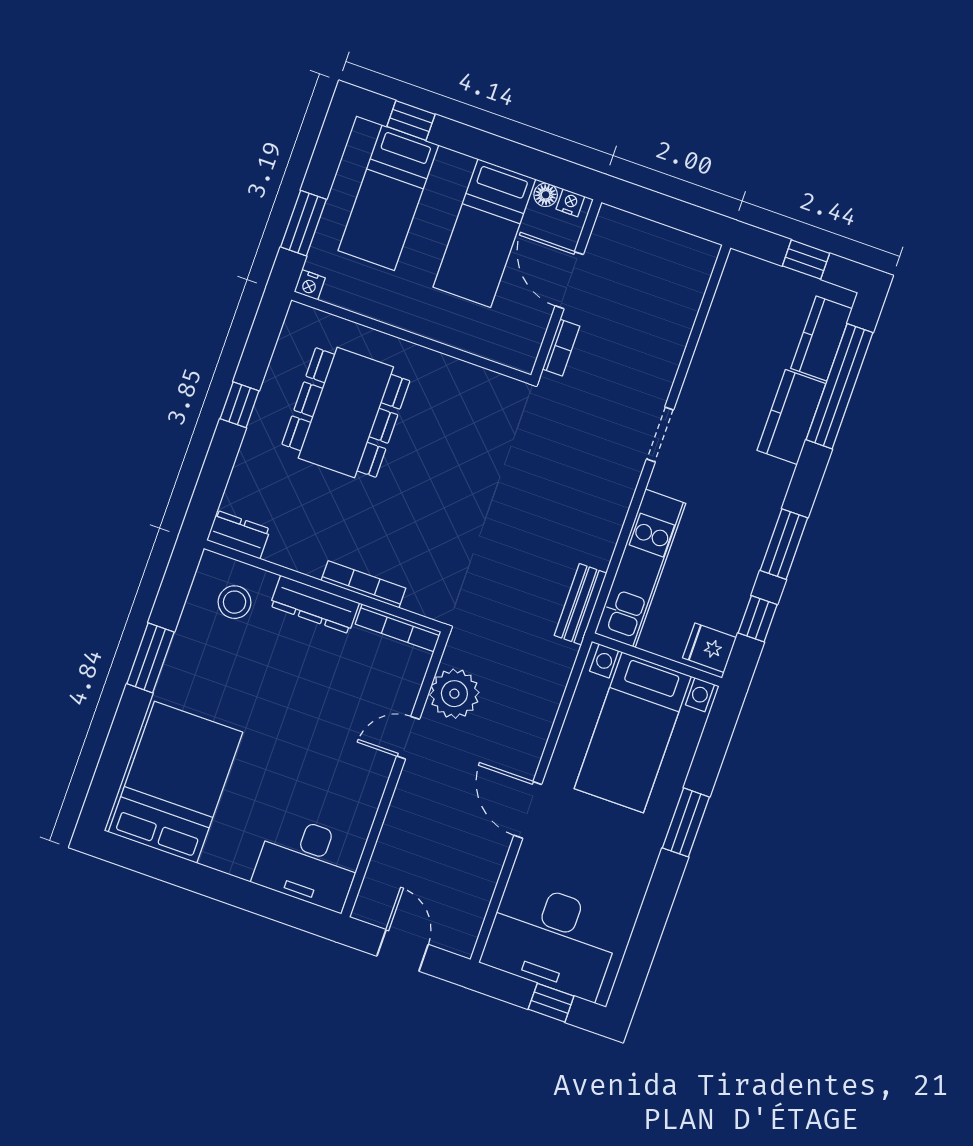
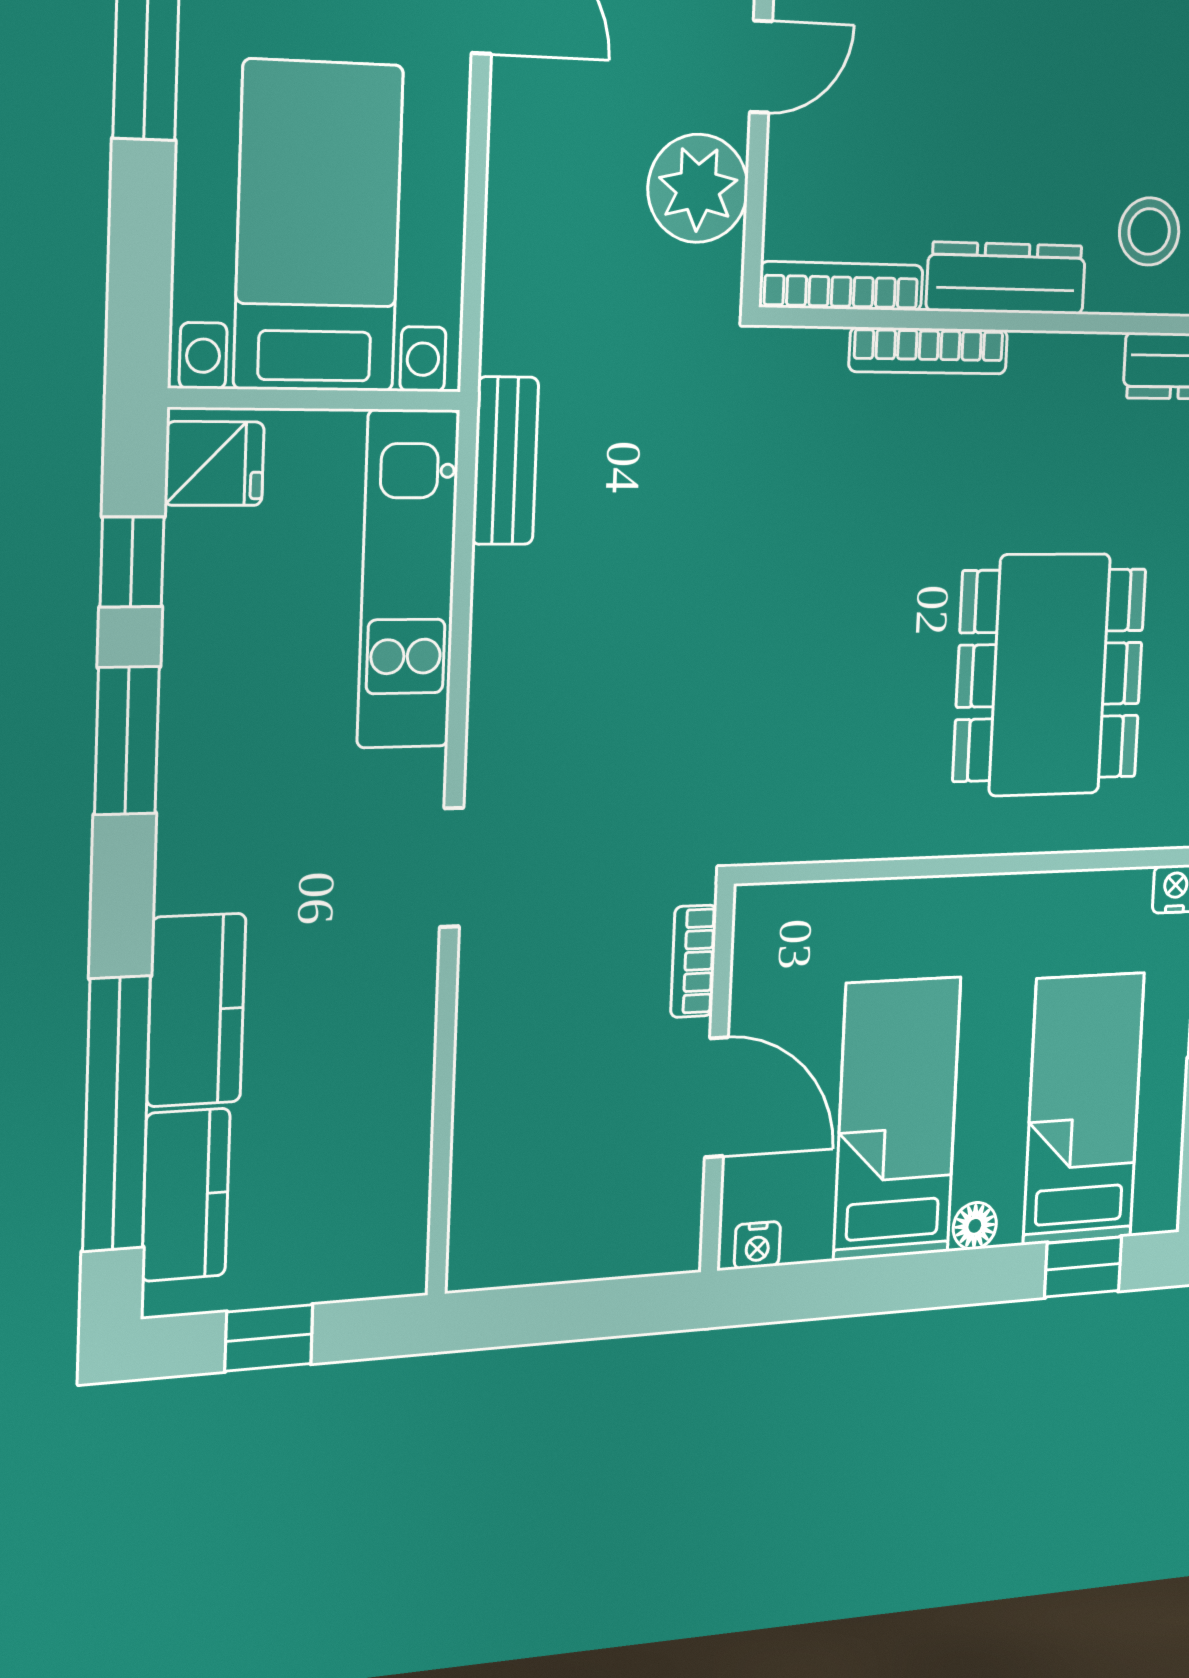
floor lamp: (546, 195) -> (975, 1226), moved

